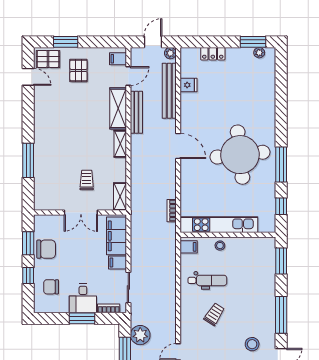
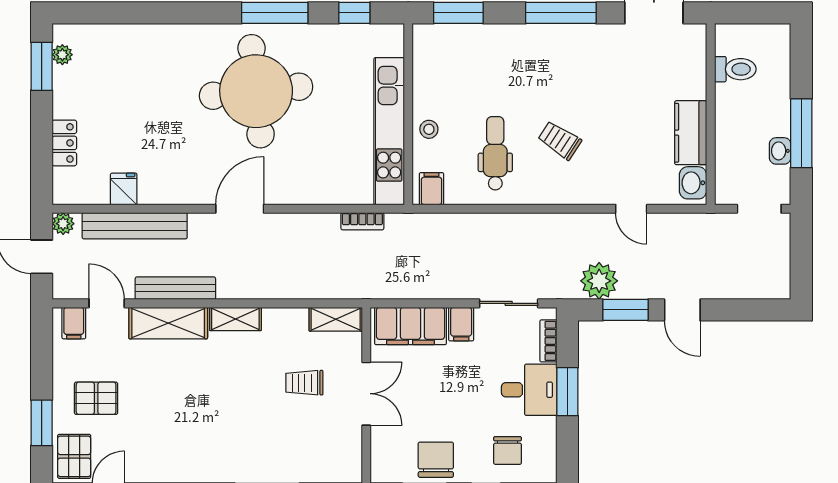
stool: (252, 344) -> (616, 68), removed

